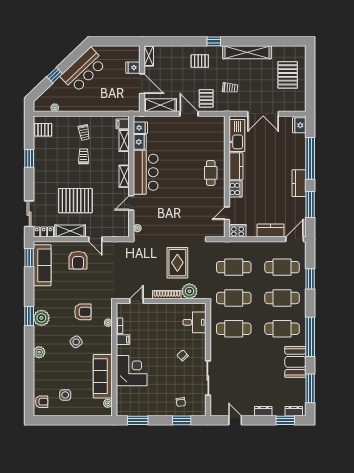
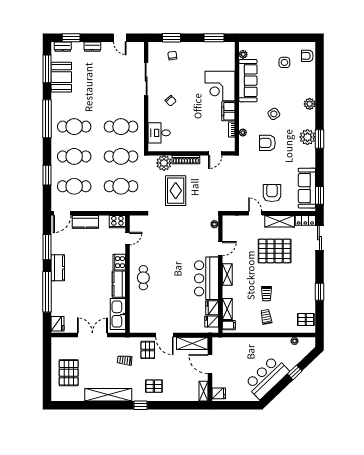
fridge: (133, 68) -> (219, 393), moved
filing cabinet: (123, 340) -> (228, 111), width x2.00
booth: (295, 362) -> (61, 77), moved

